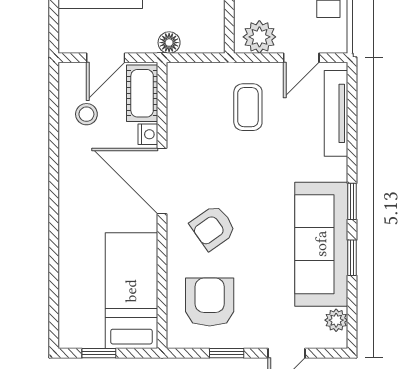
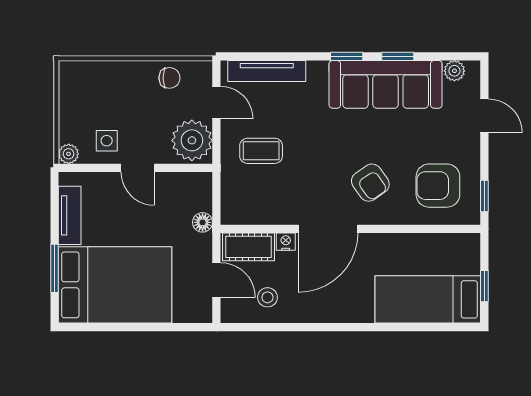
plant: (259, 37) -> (192, 140), width x1.36, depth x1.36
bed: (131, 291) -> (428, 299), moved
window: (227, 353) -> (484, 196), moved

